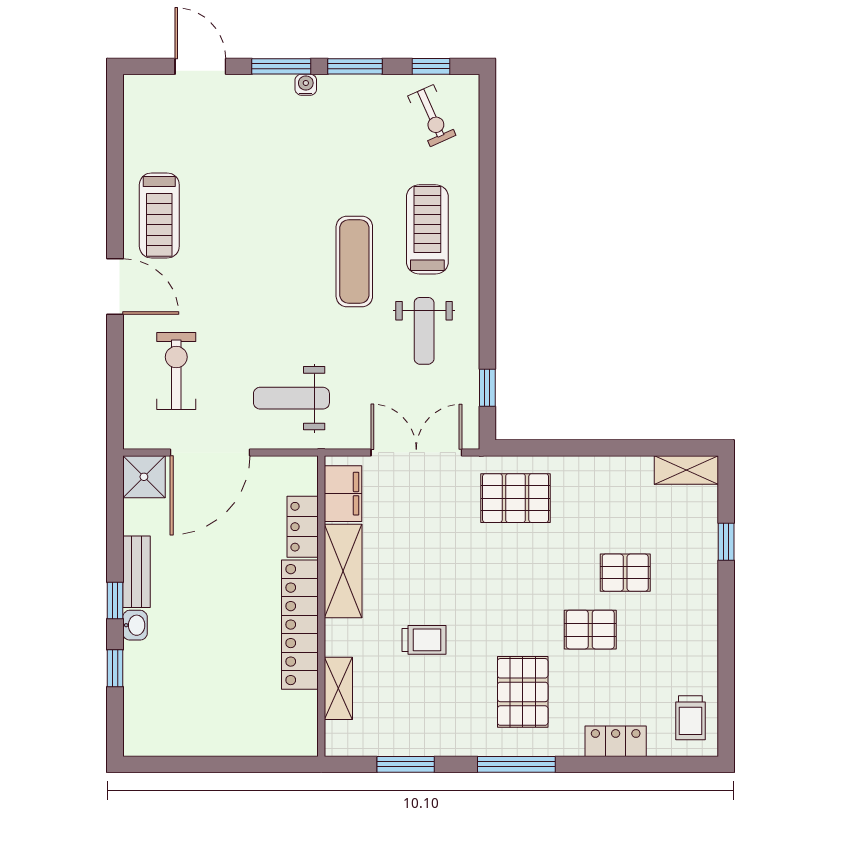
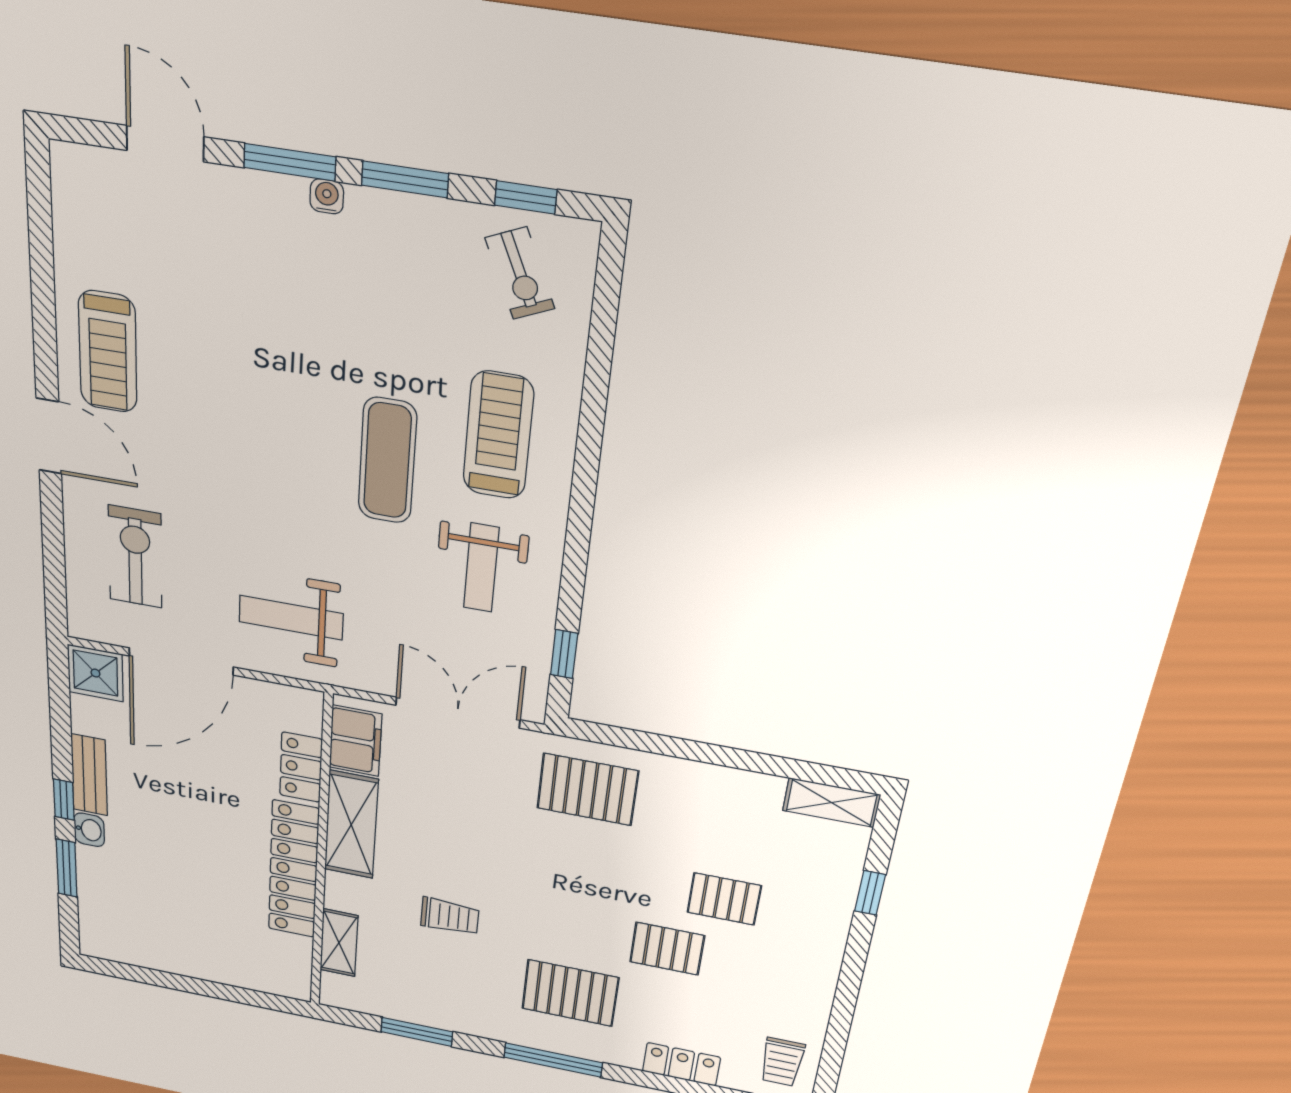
window: (115, 668) -> (67, 868), width x1.50
pallet: (523, 692) -> (570, 993), turned 90

